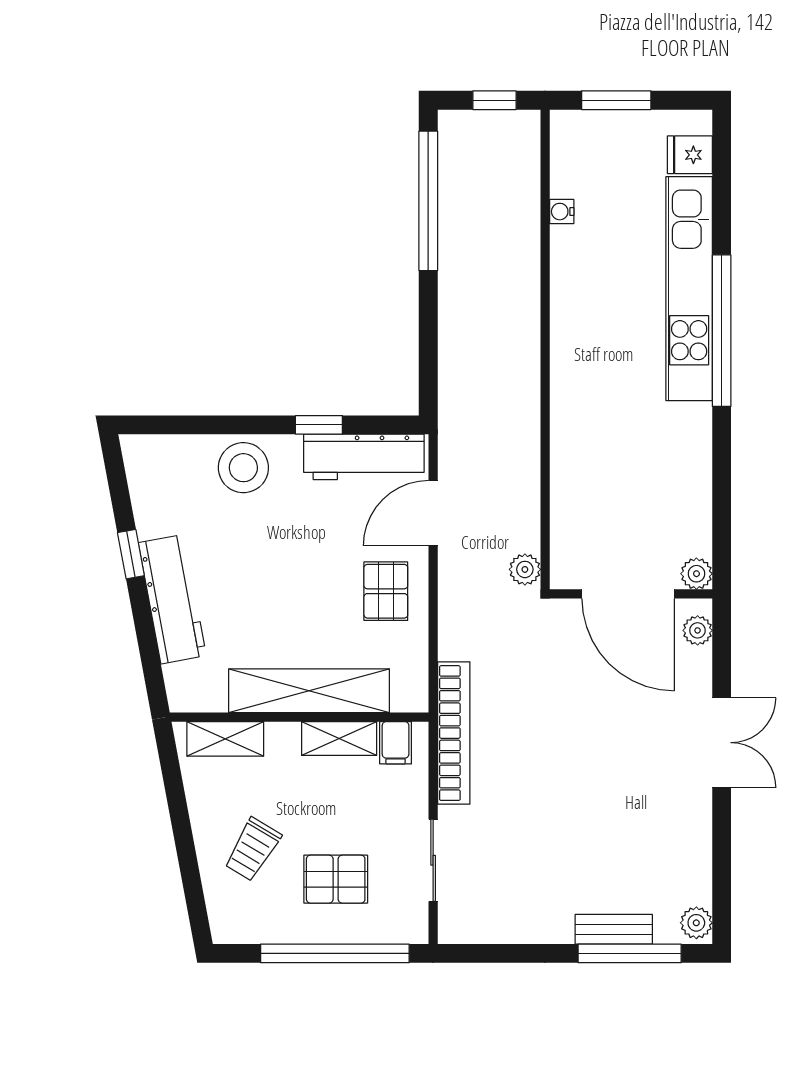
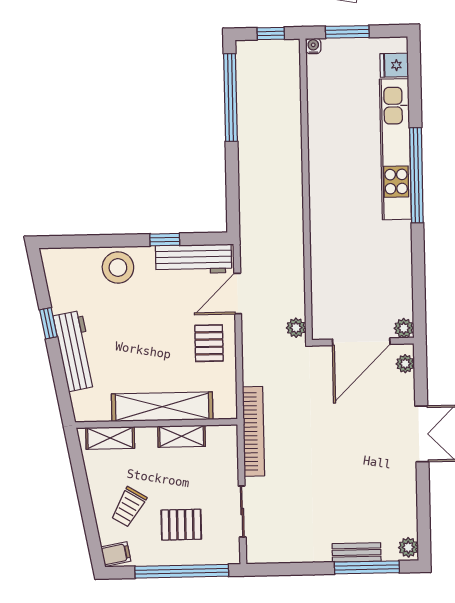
water cooler: (562, 212) -> (313, 46), moved, turned 90
door: (628, 594) -> (361, 342), hinge flipped
filing cabinet: (396, 743) -> (116, 554), moved, turned -101

